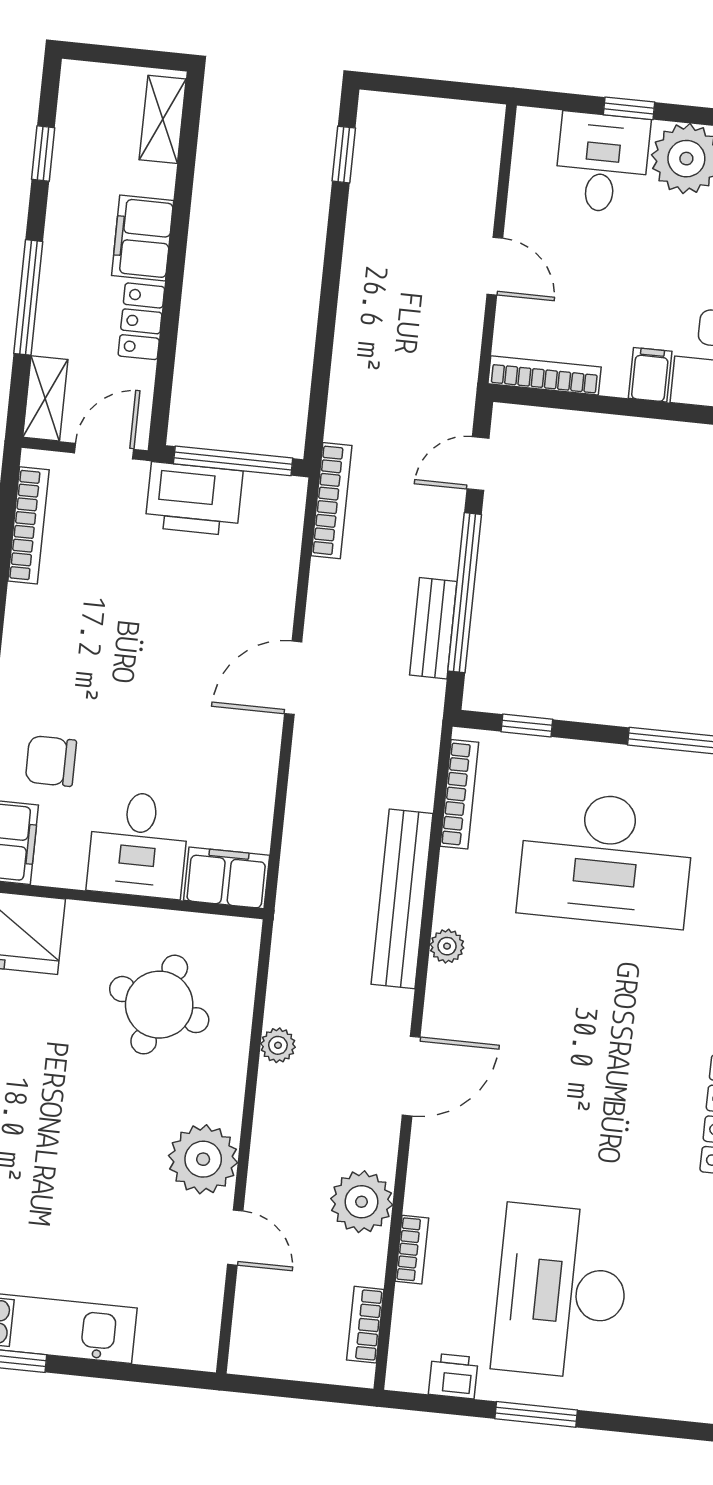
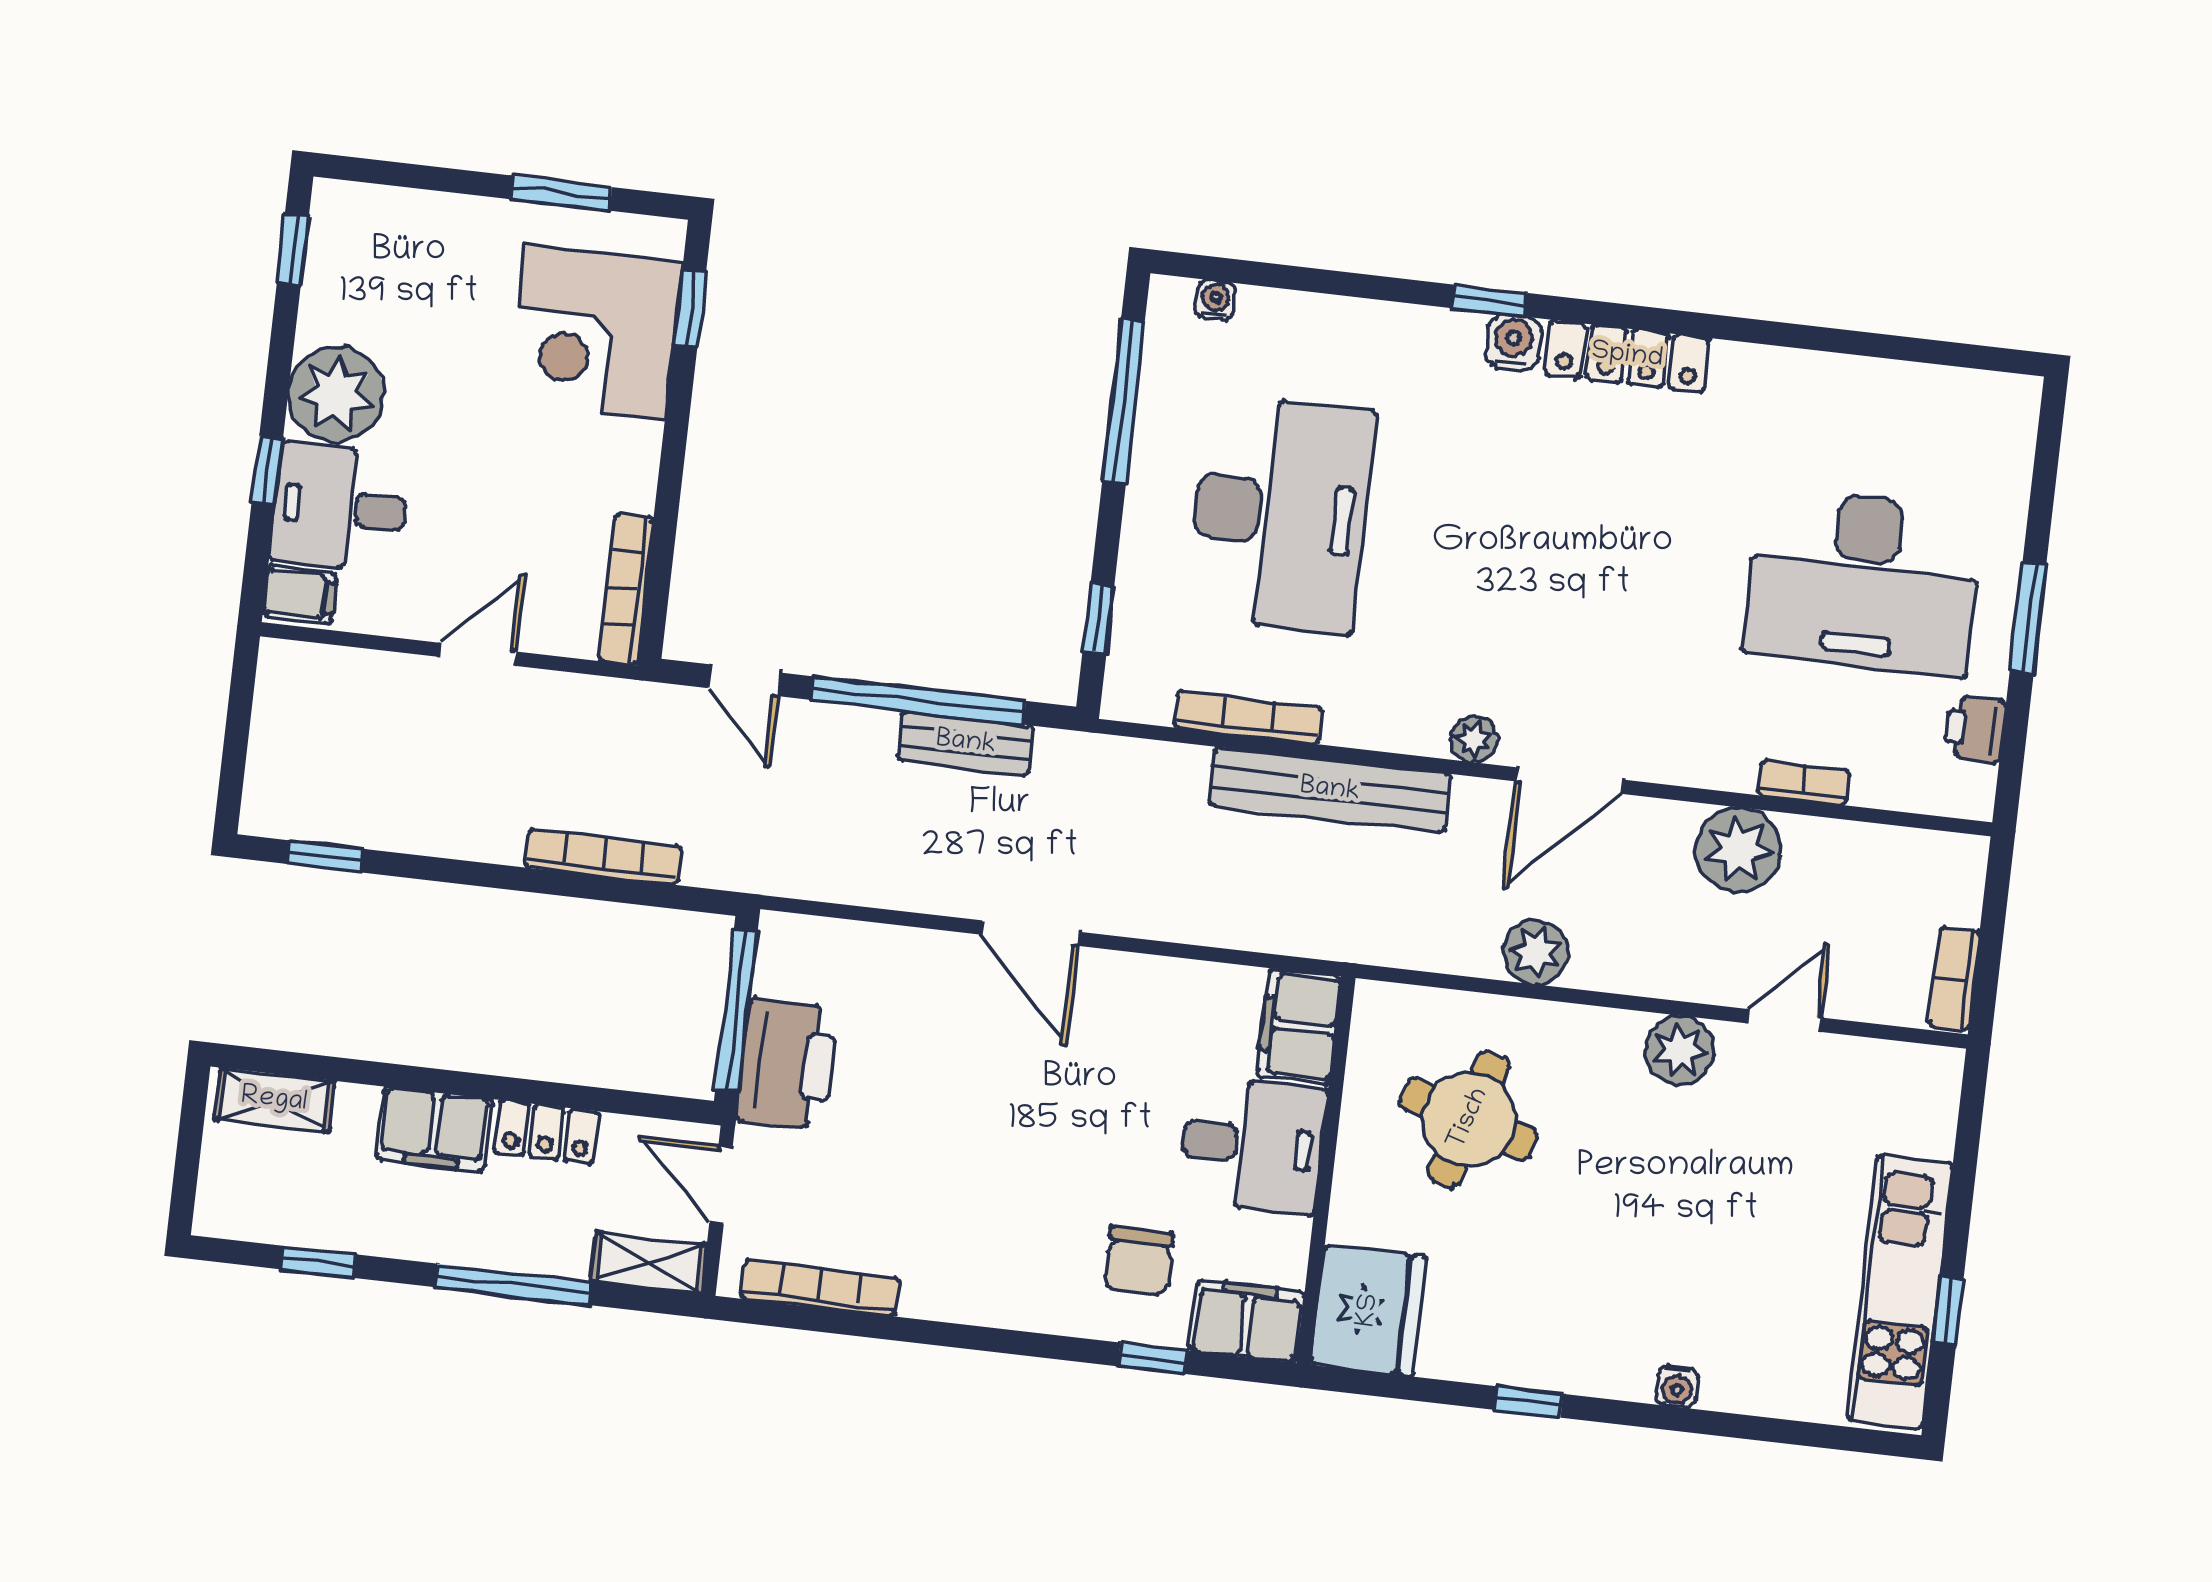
filing cabinet: (650, 375) -> (300, 595), moved, turned 180
bookcase: (331, 501) -> (604, 857), moved
bookcase: (459, 794) -> (1248, 718), moved
plant: (447, 946) -> (1474, 739), moved
plant: (278, 1045) -> (1536, 952), width x1.38, depth x1.38
door: (411, 1076) -> (1569, 781), swing flipped
plant: (203, 1159) -> (1680, 1050), width x0.73, depth x0.73
bookcase: (365, 1325) -> (1954, 979), moved, turned 90

